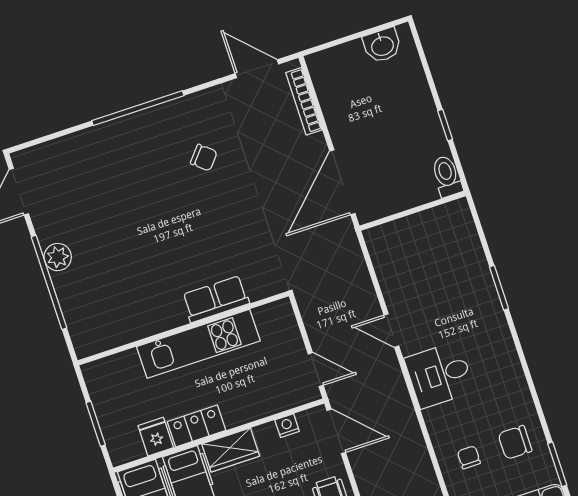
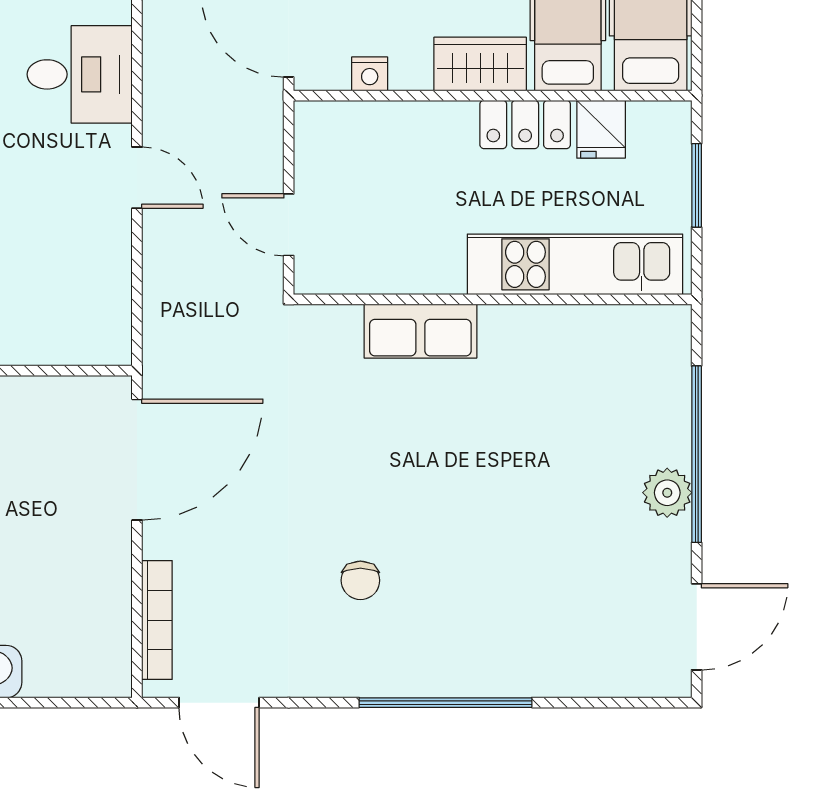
chair: (204, 158) -> (360, 580), turned -130
kitchen unit: (198, 344) -> (575, 264), moved
door: (316, 370) -> (289, 225), moved

